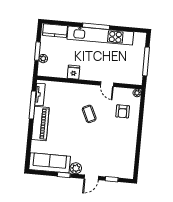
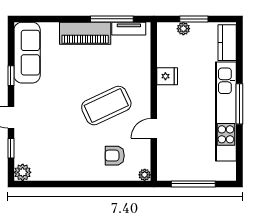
coffee table: (89, 114) -> (106, 106), width x1.86, depth x1.72
plant: (76, 168) -> (23, 172), moved

